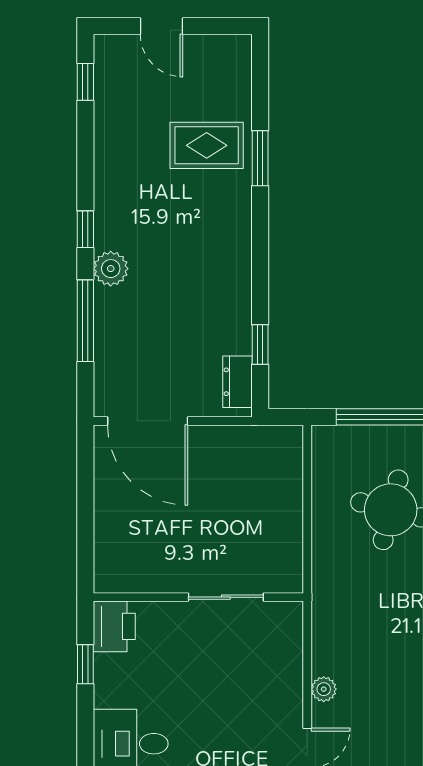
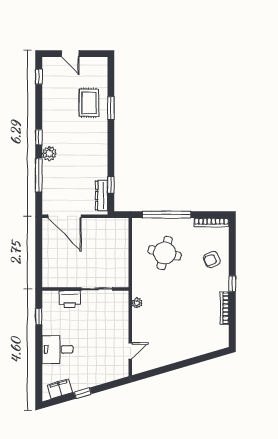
rug: (207, 145) -> (89, 103), turned 90
dresser: (238, 382) -> (102, 196), width x1.44
printer: (114, 626) -> (70, 299), moved, turned 90
plant: (324, 689) -> (137, 303), moved

